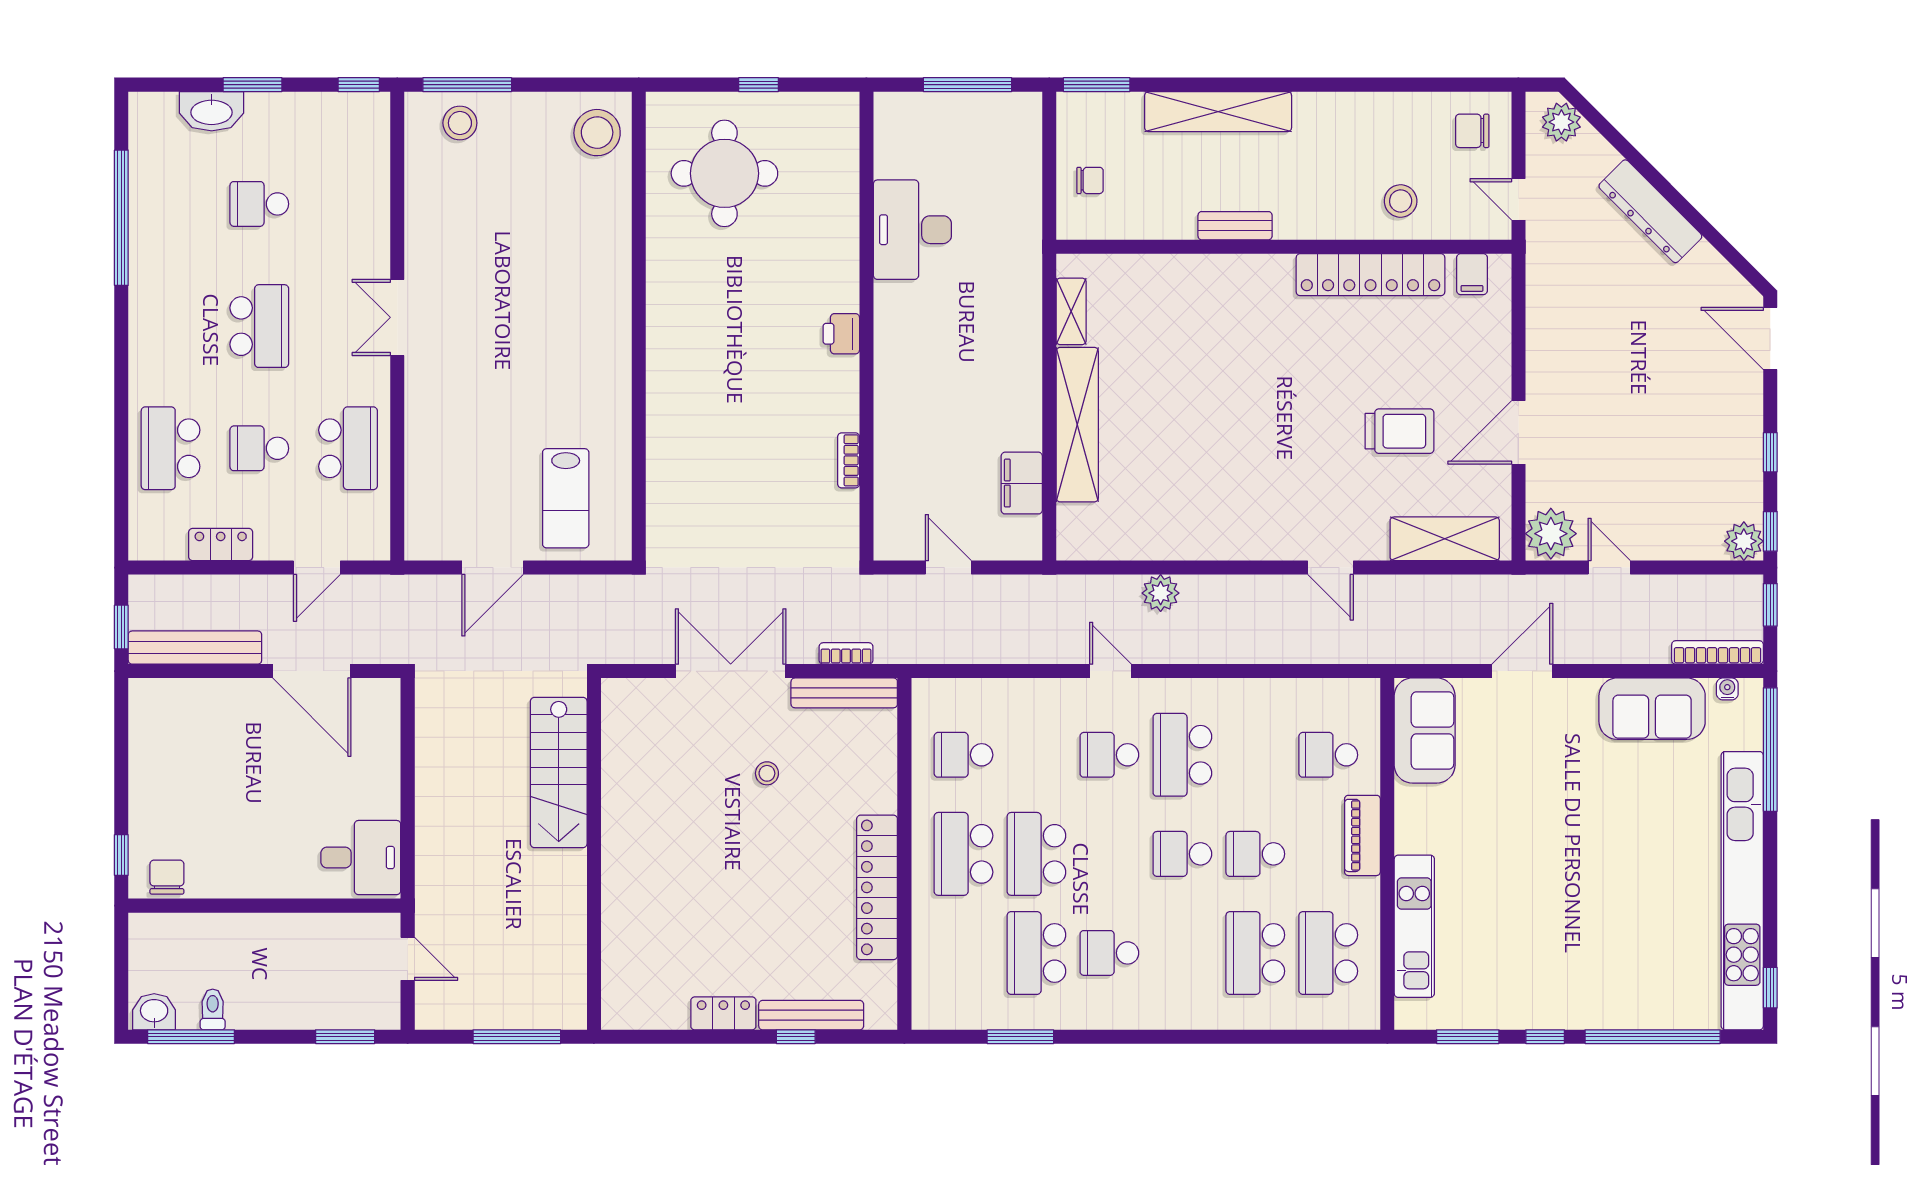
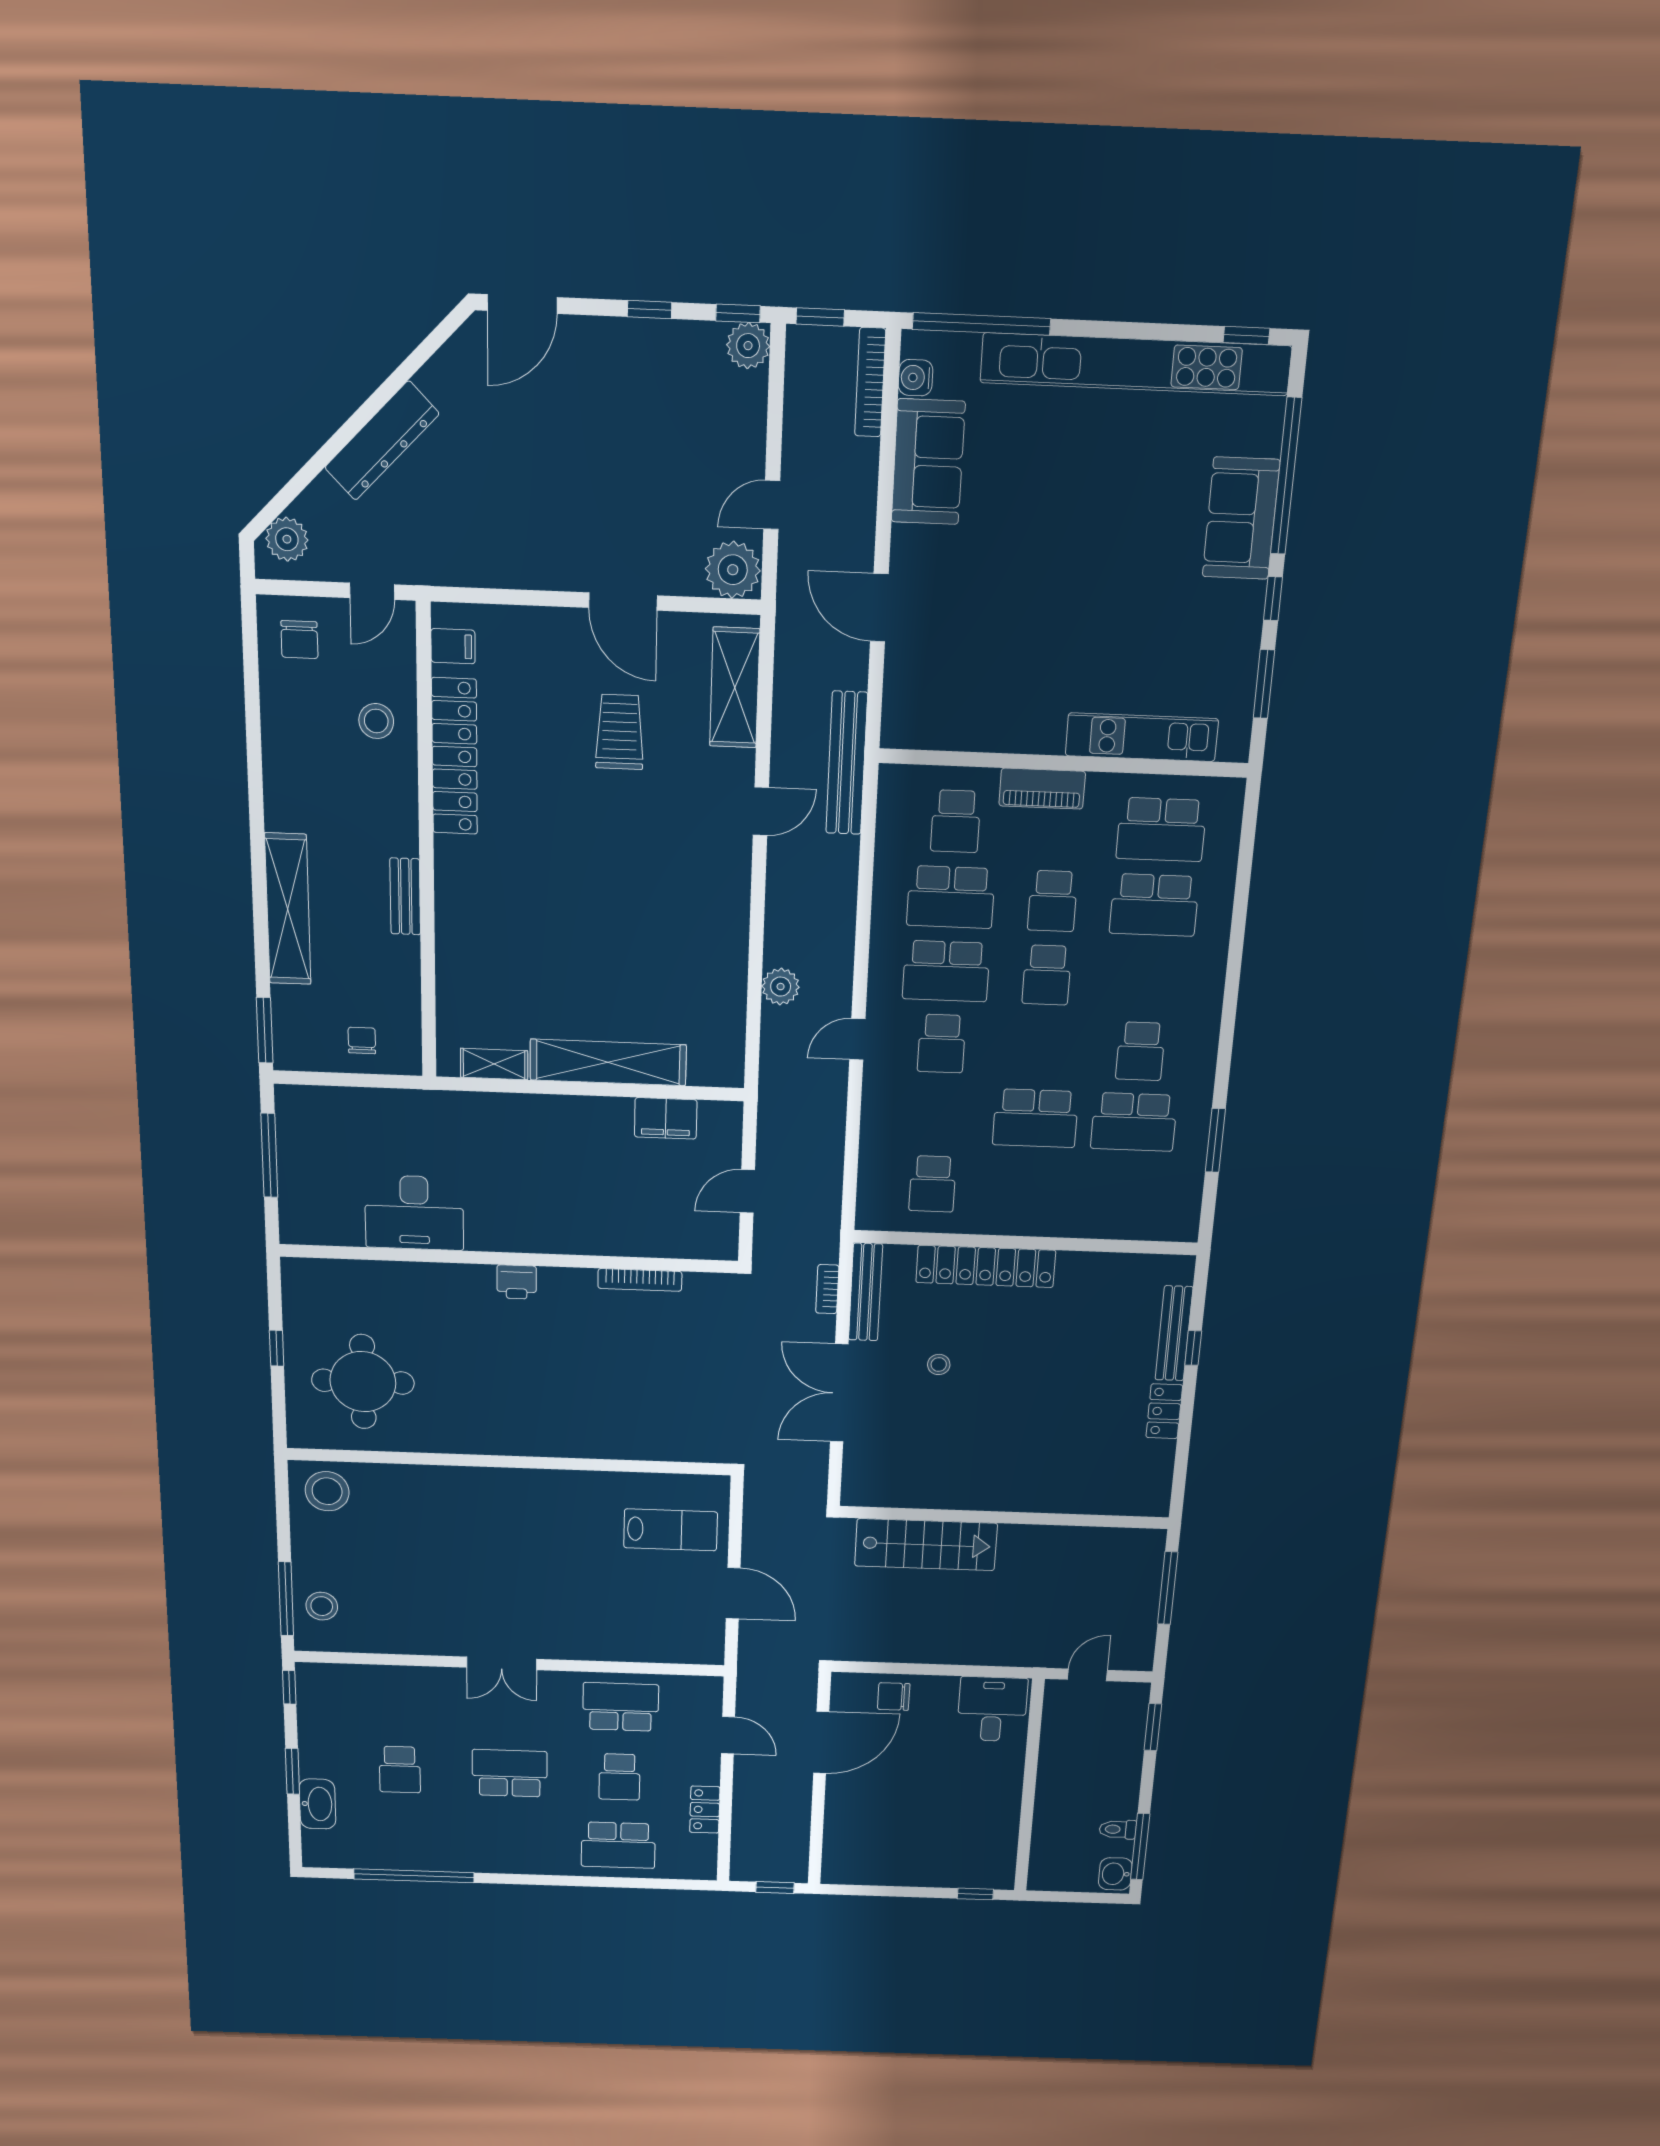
bookcase: (849, 460) -> (640, 1280), width x1.56
bench: (195, 648) -> (847, 763), moved
water cooler: (1727, 689) -> (916, 378), width x1.38, depth x1.38
sofa: (1425, 731) -> (1241, 518), moved, turned -90
school desk: (963, 854) -> (951, 897), moved
chair: (167, 877) -> (894, 1697), moved
locker: (877, 887) -> (986, 1266), moved

